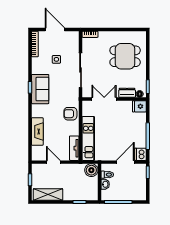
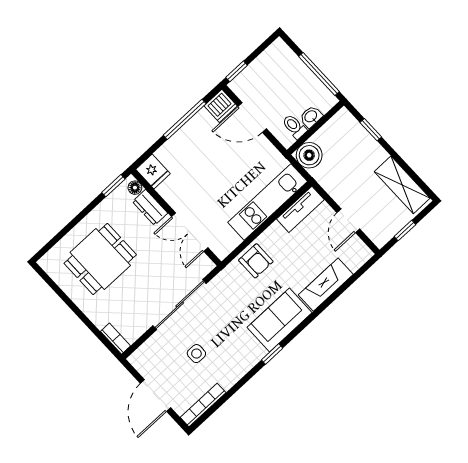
dining table: (125, 56) -> (100, 259), turned 90
sofa: (40, 89) -> (279, 320), moved

